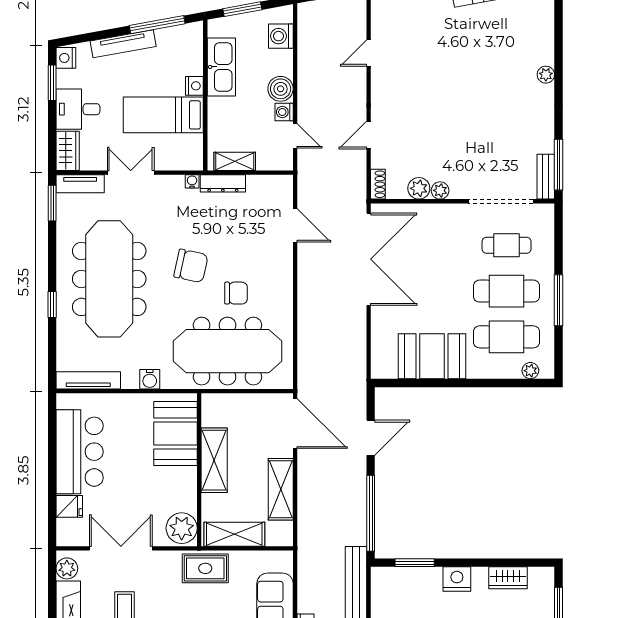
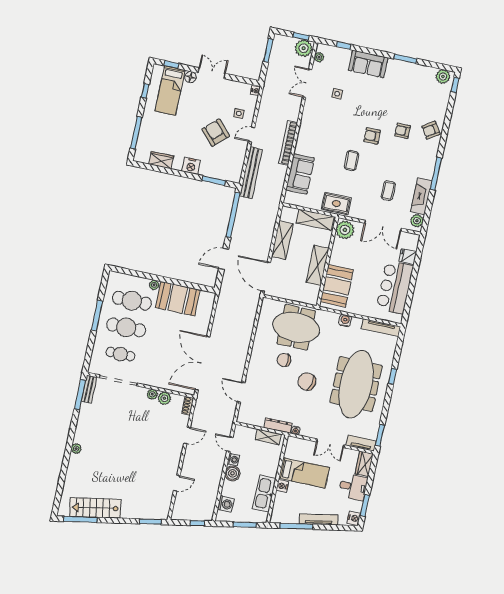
meeting table: (227, 351) -> (296, 327), width x0.73
plant: (530, 371) -> (154, 285), moved

